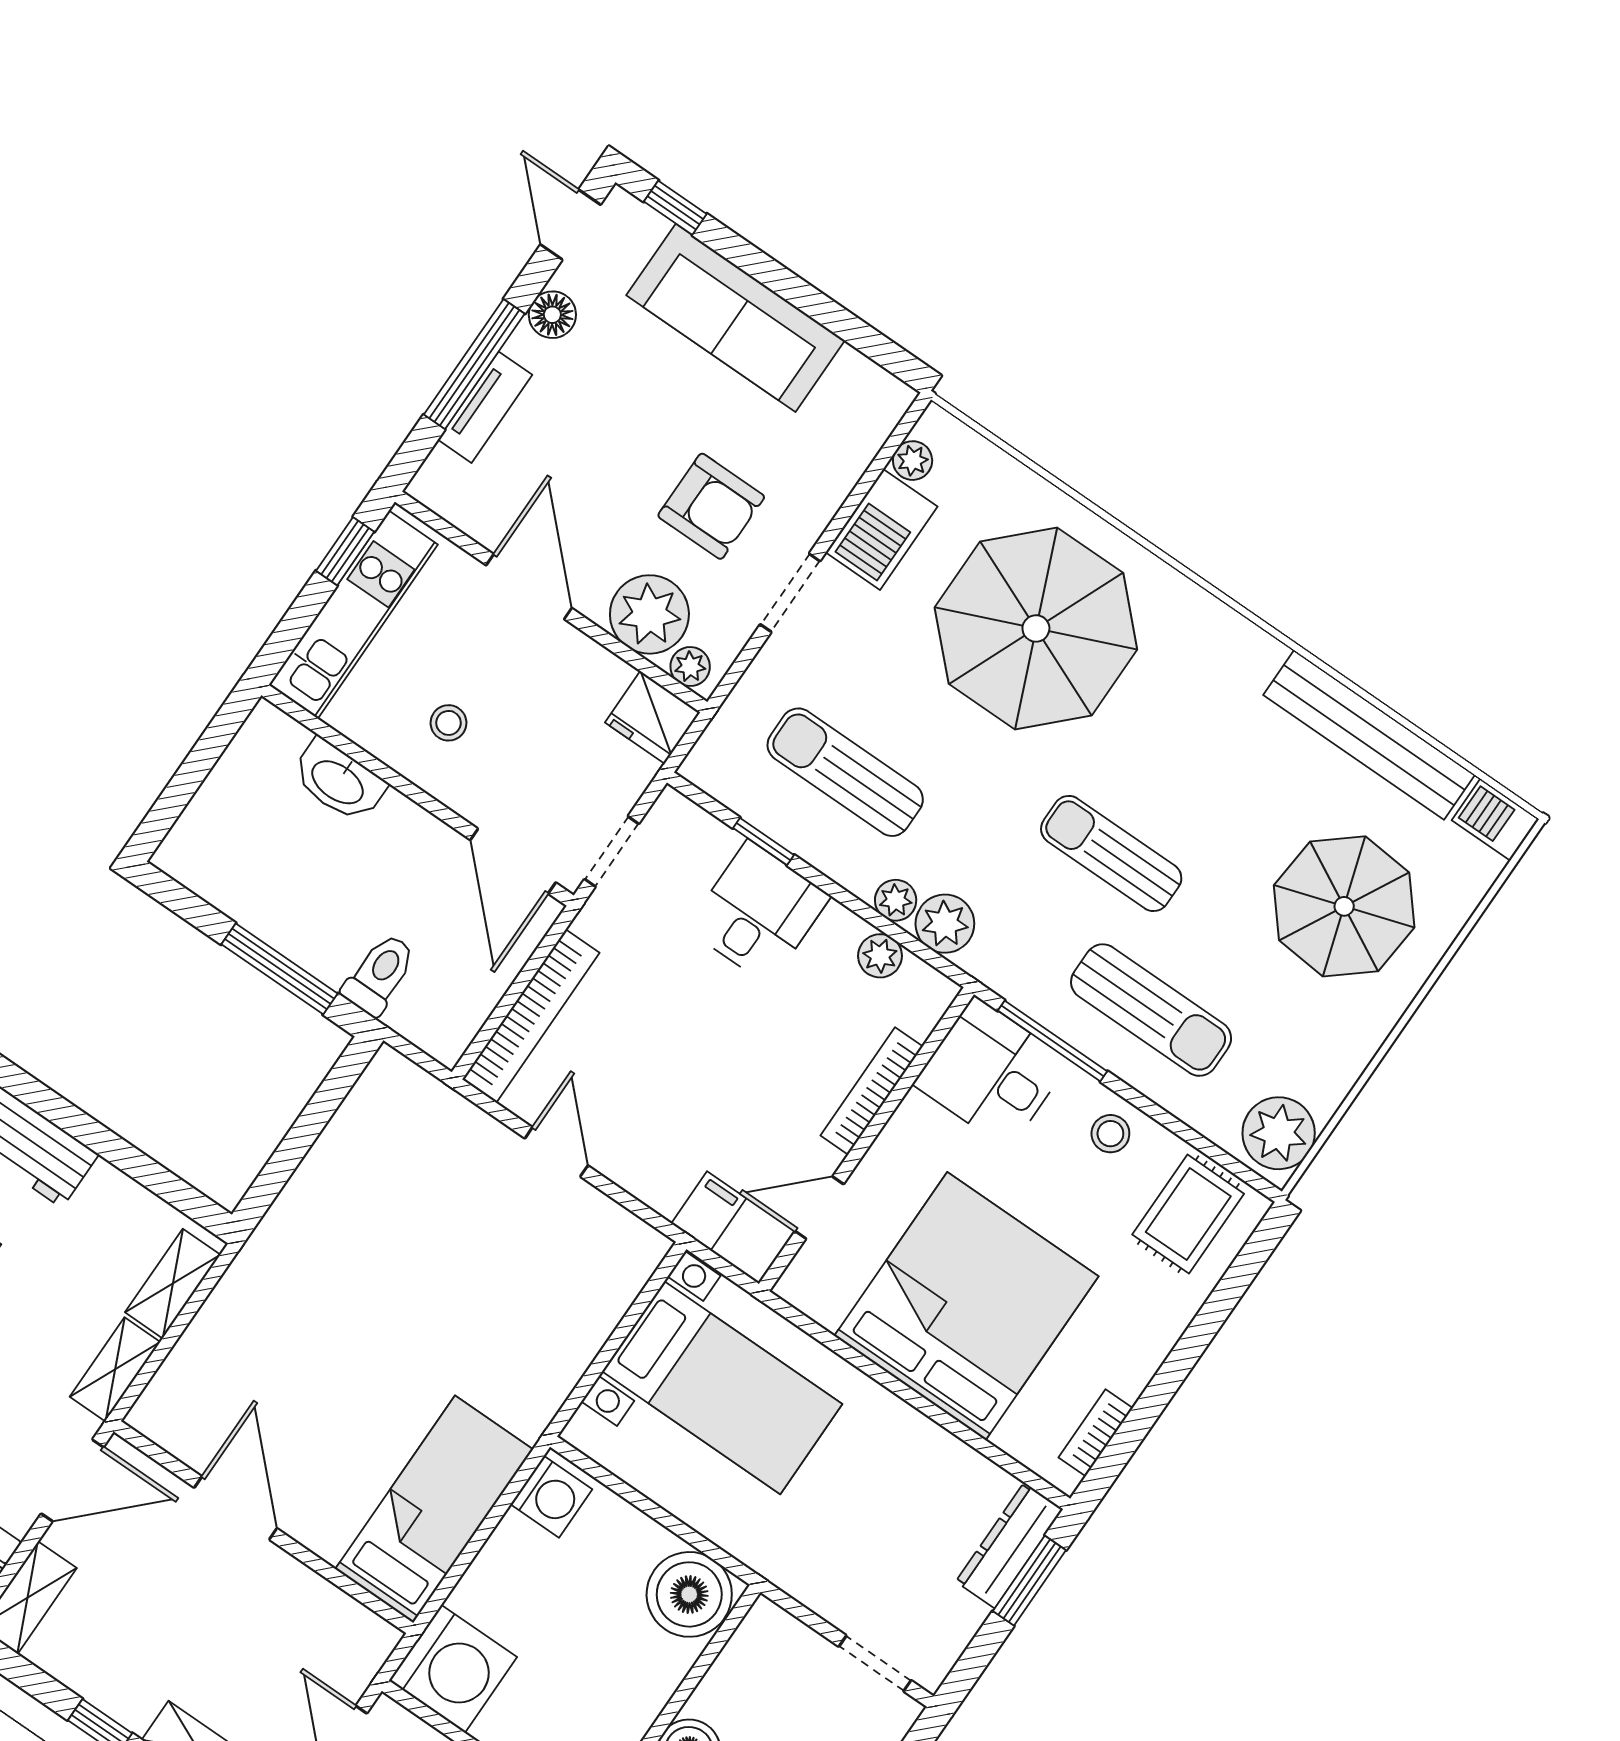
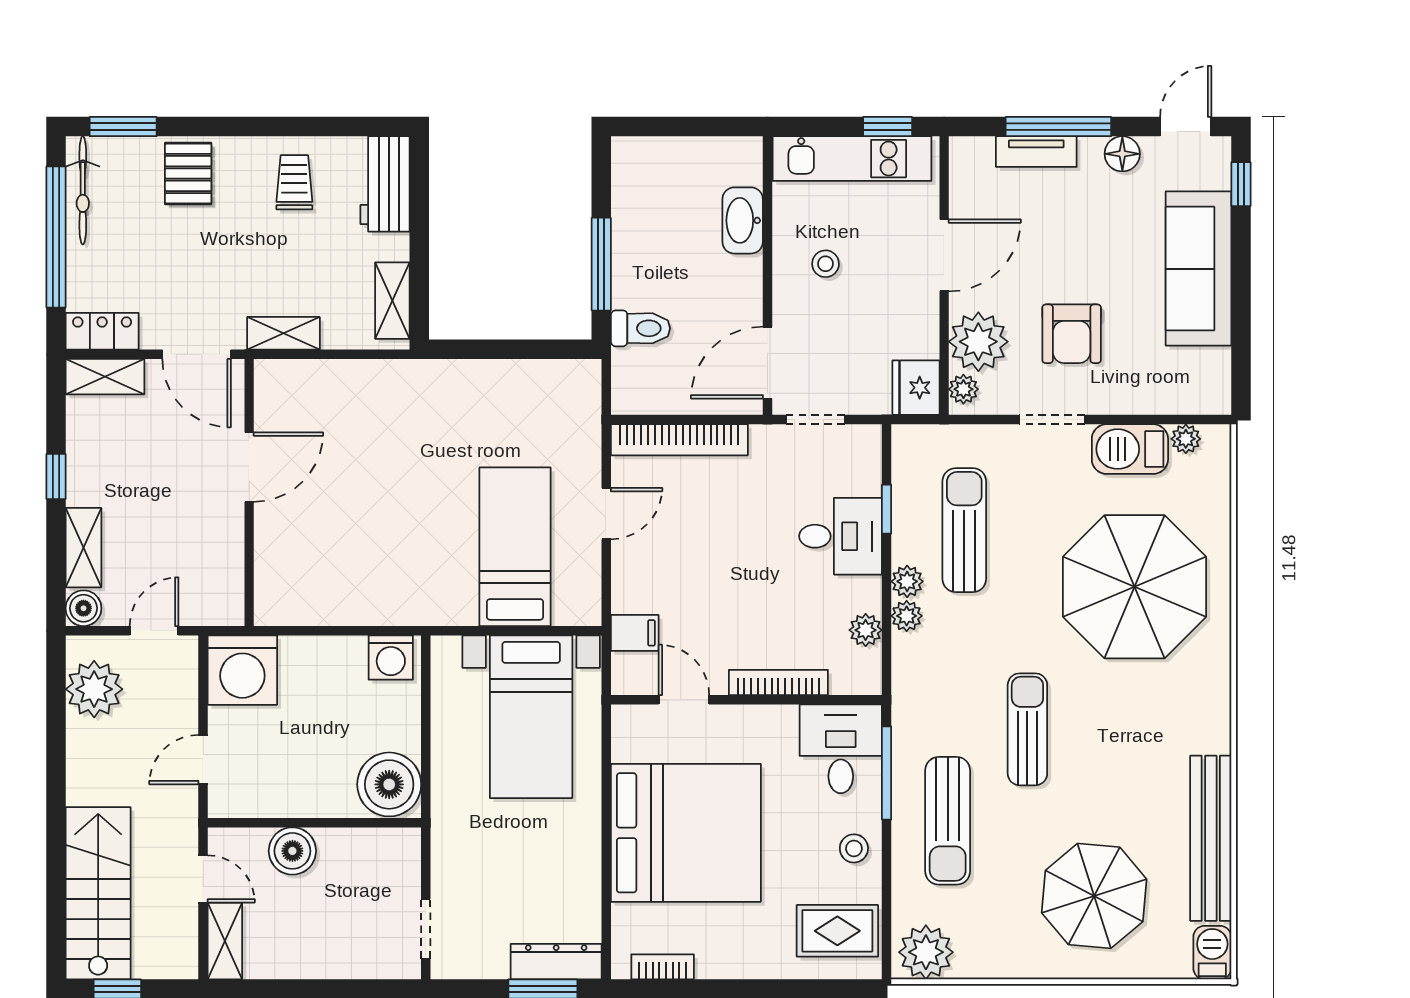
plant: (945, 924) -> (907, 581), moved, width x0.73, depth x0.73
shelving: (173, 1284) -> (392, 301), moved, turned 90
bed: (434, 1509) -> (515, 547), moved, turned -90

